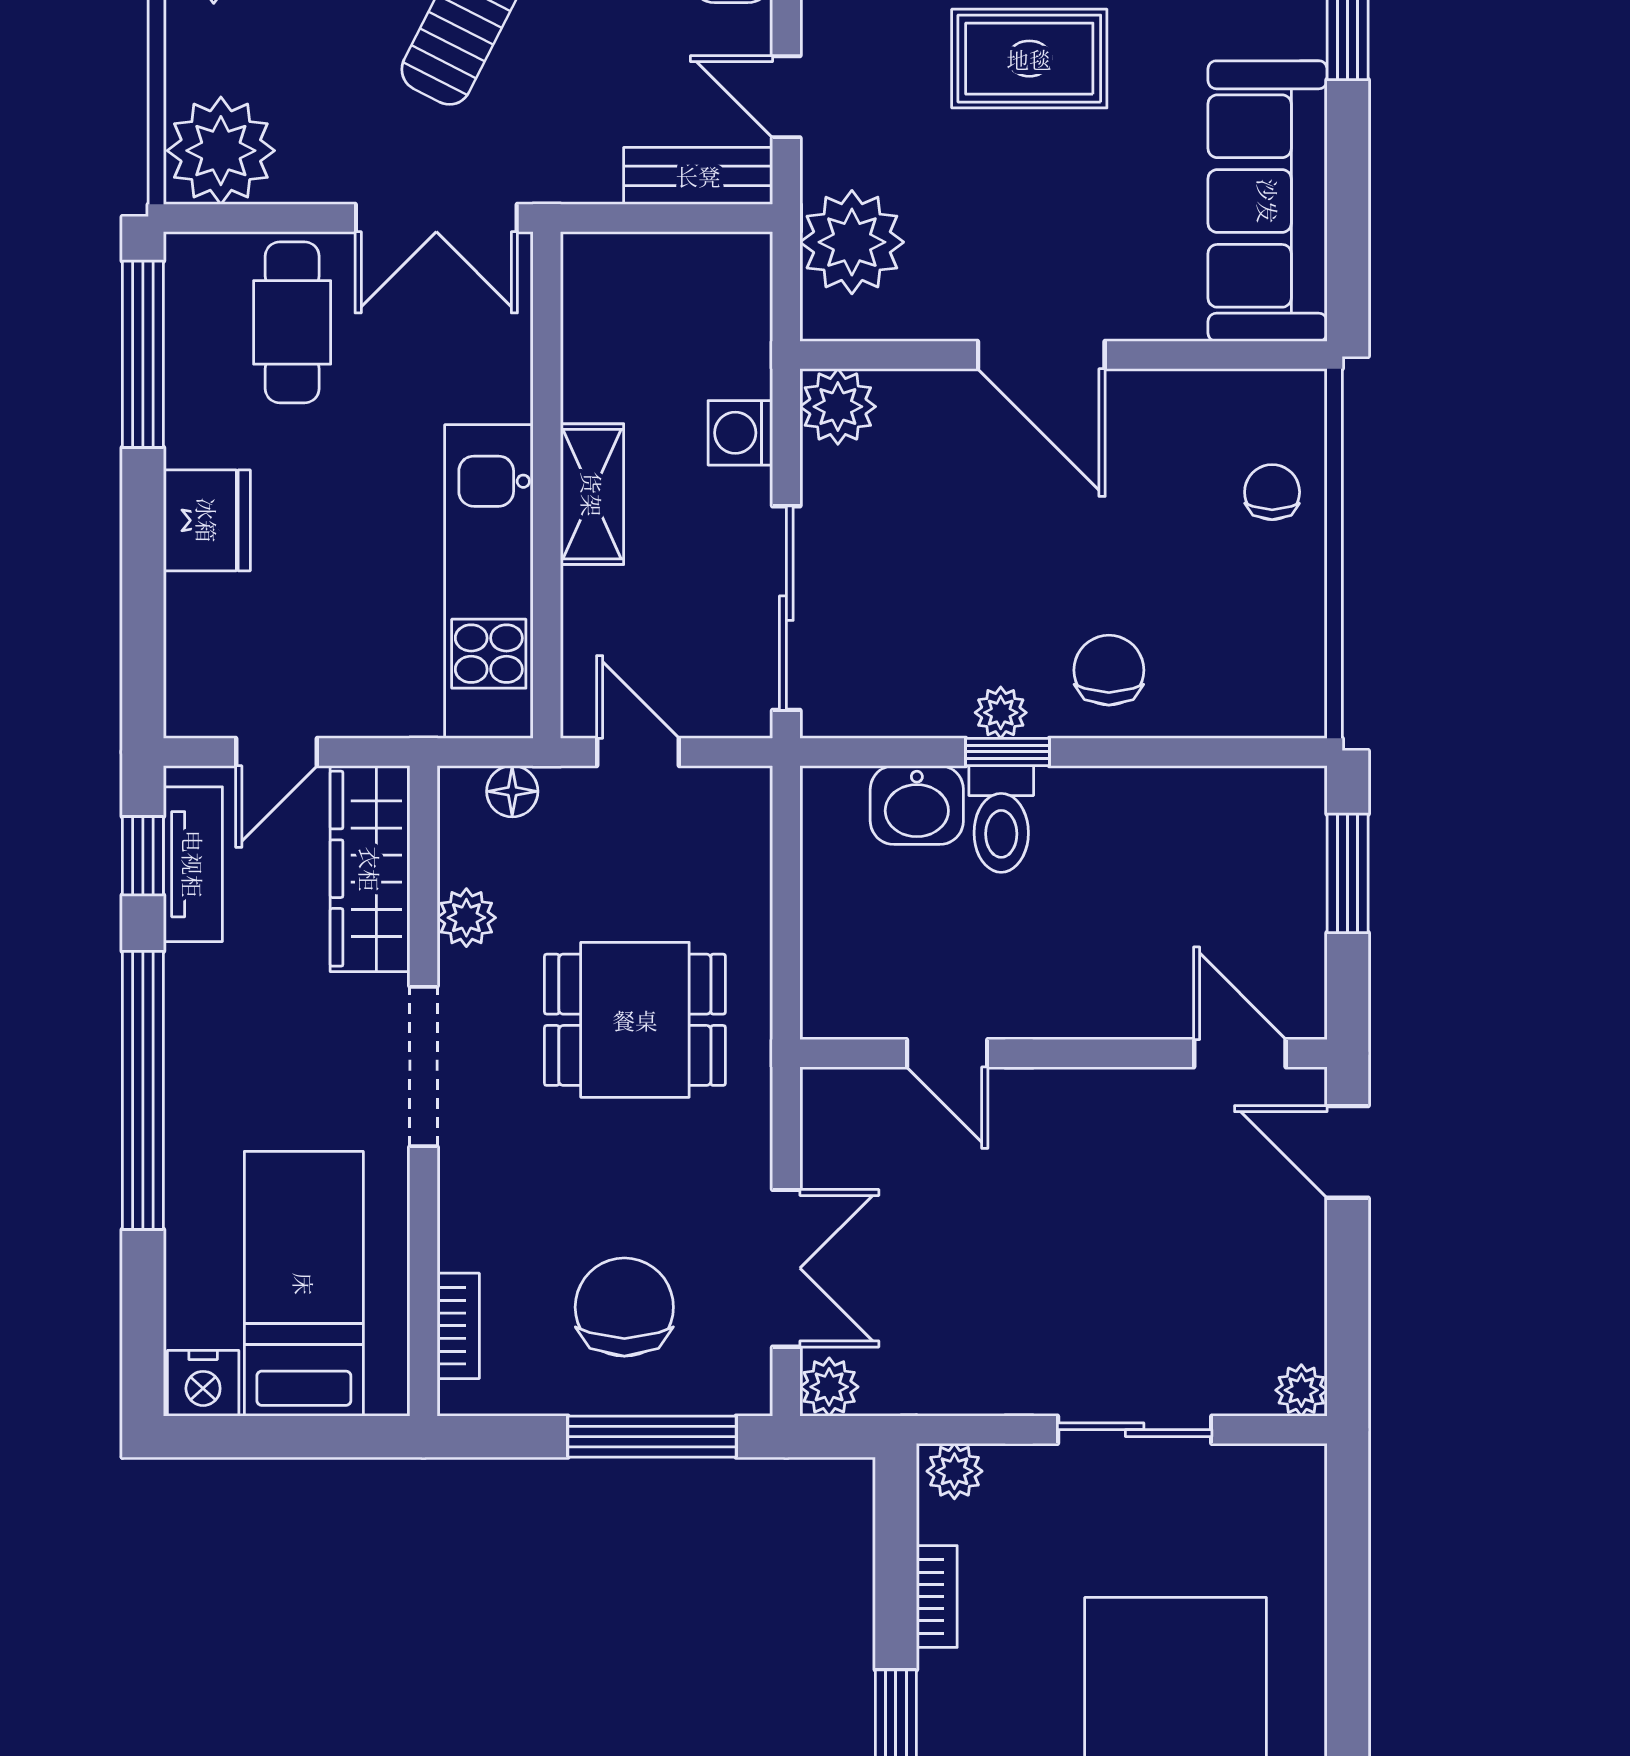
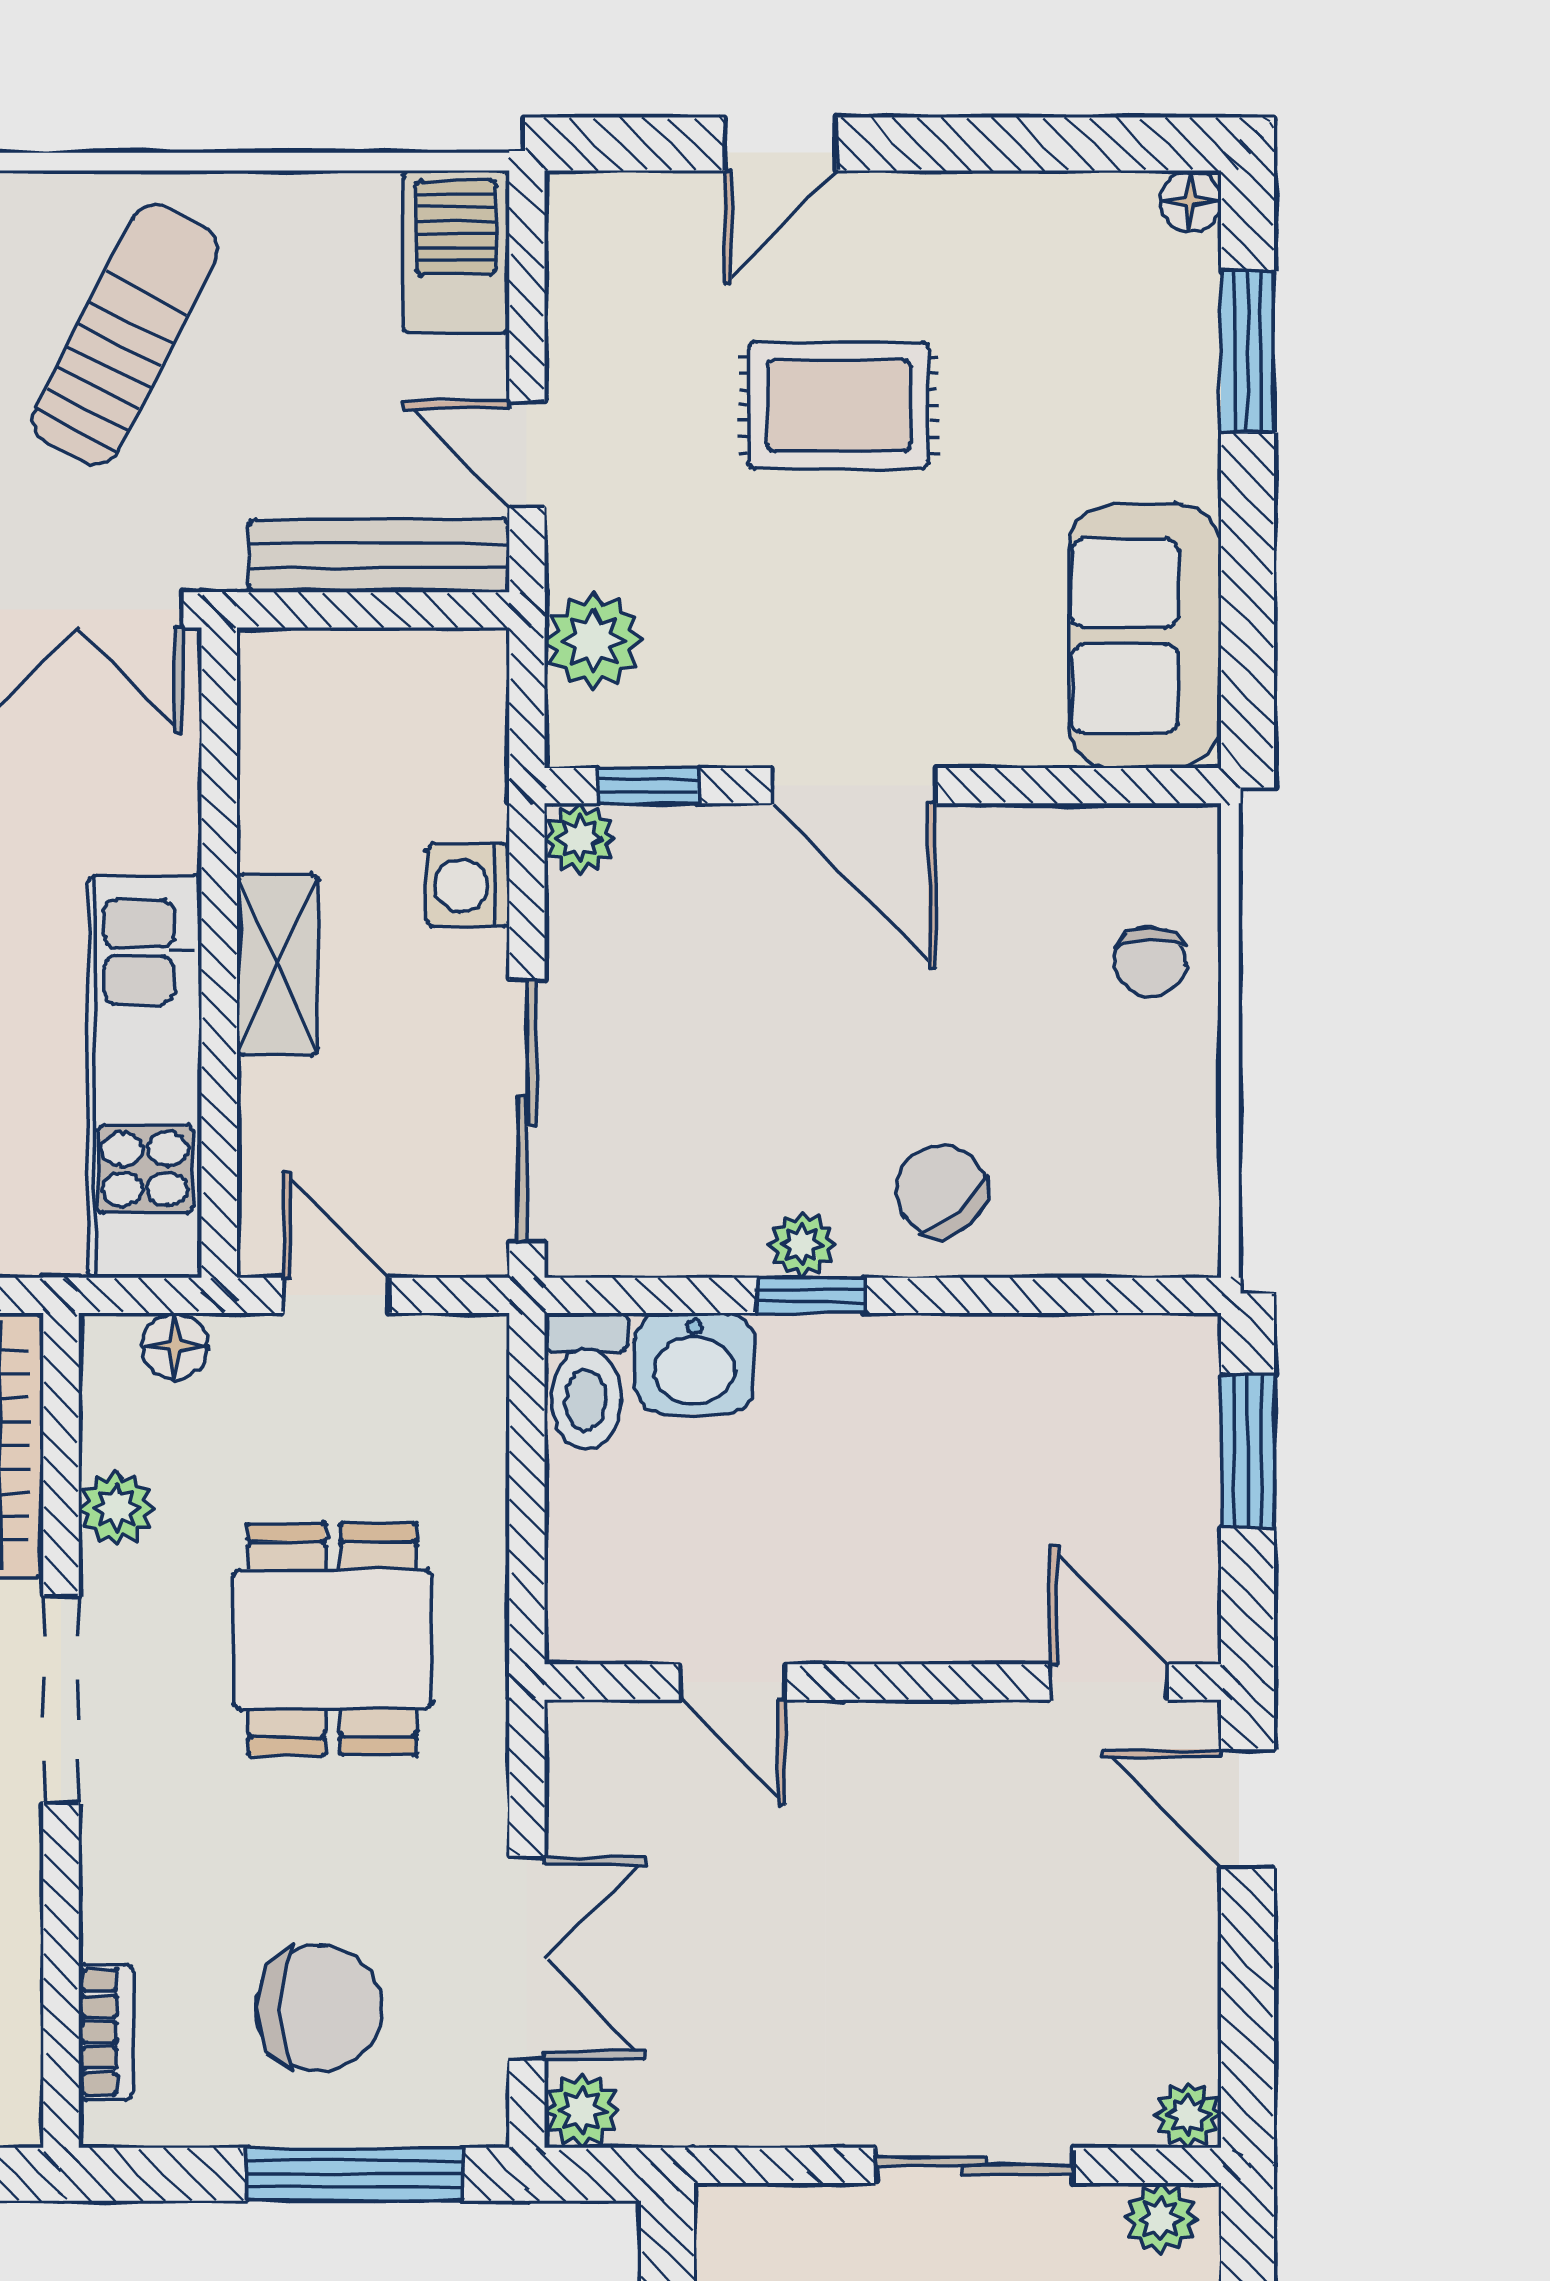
bench: (698, 176) -> (379, 556), width x1.36
sofa: (1268, 201) -> (1145, 636), width x0.73
plant: (852, 242) -> (593, 641), width x0.73, depth x0.73
window: (881, 355) -> (648, 786), added
plant: (838, 407) -> (580, 839), width x0.73, depth x0.73
chair: (1272, 492) -> (1150, 962), turned 180
chair: (1109, 670) -> (941, 1190), turned -40
toilet: (1001, 819) -> (586, 1381), moved
dining table: (635, 1020) -> (333, 1639), turned 90
chair: (624, 1307) -> (319, 2008), turned 90
plant: (954, 1471) -> (1161, 2219), moved

